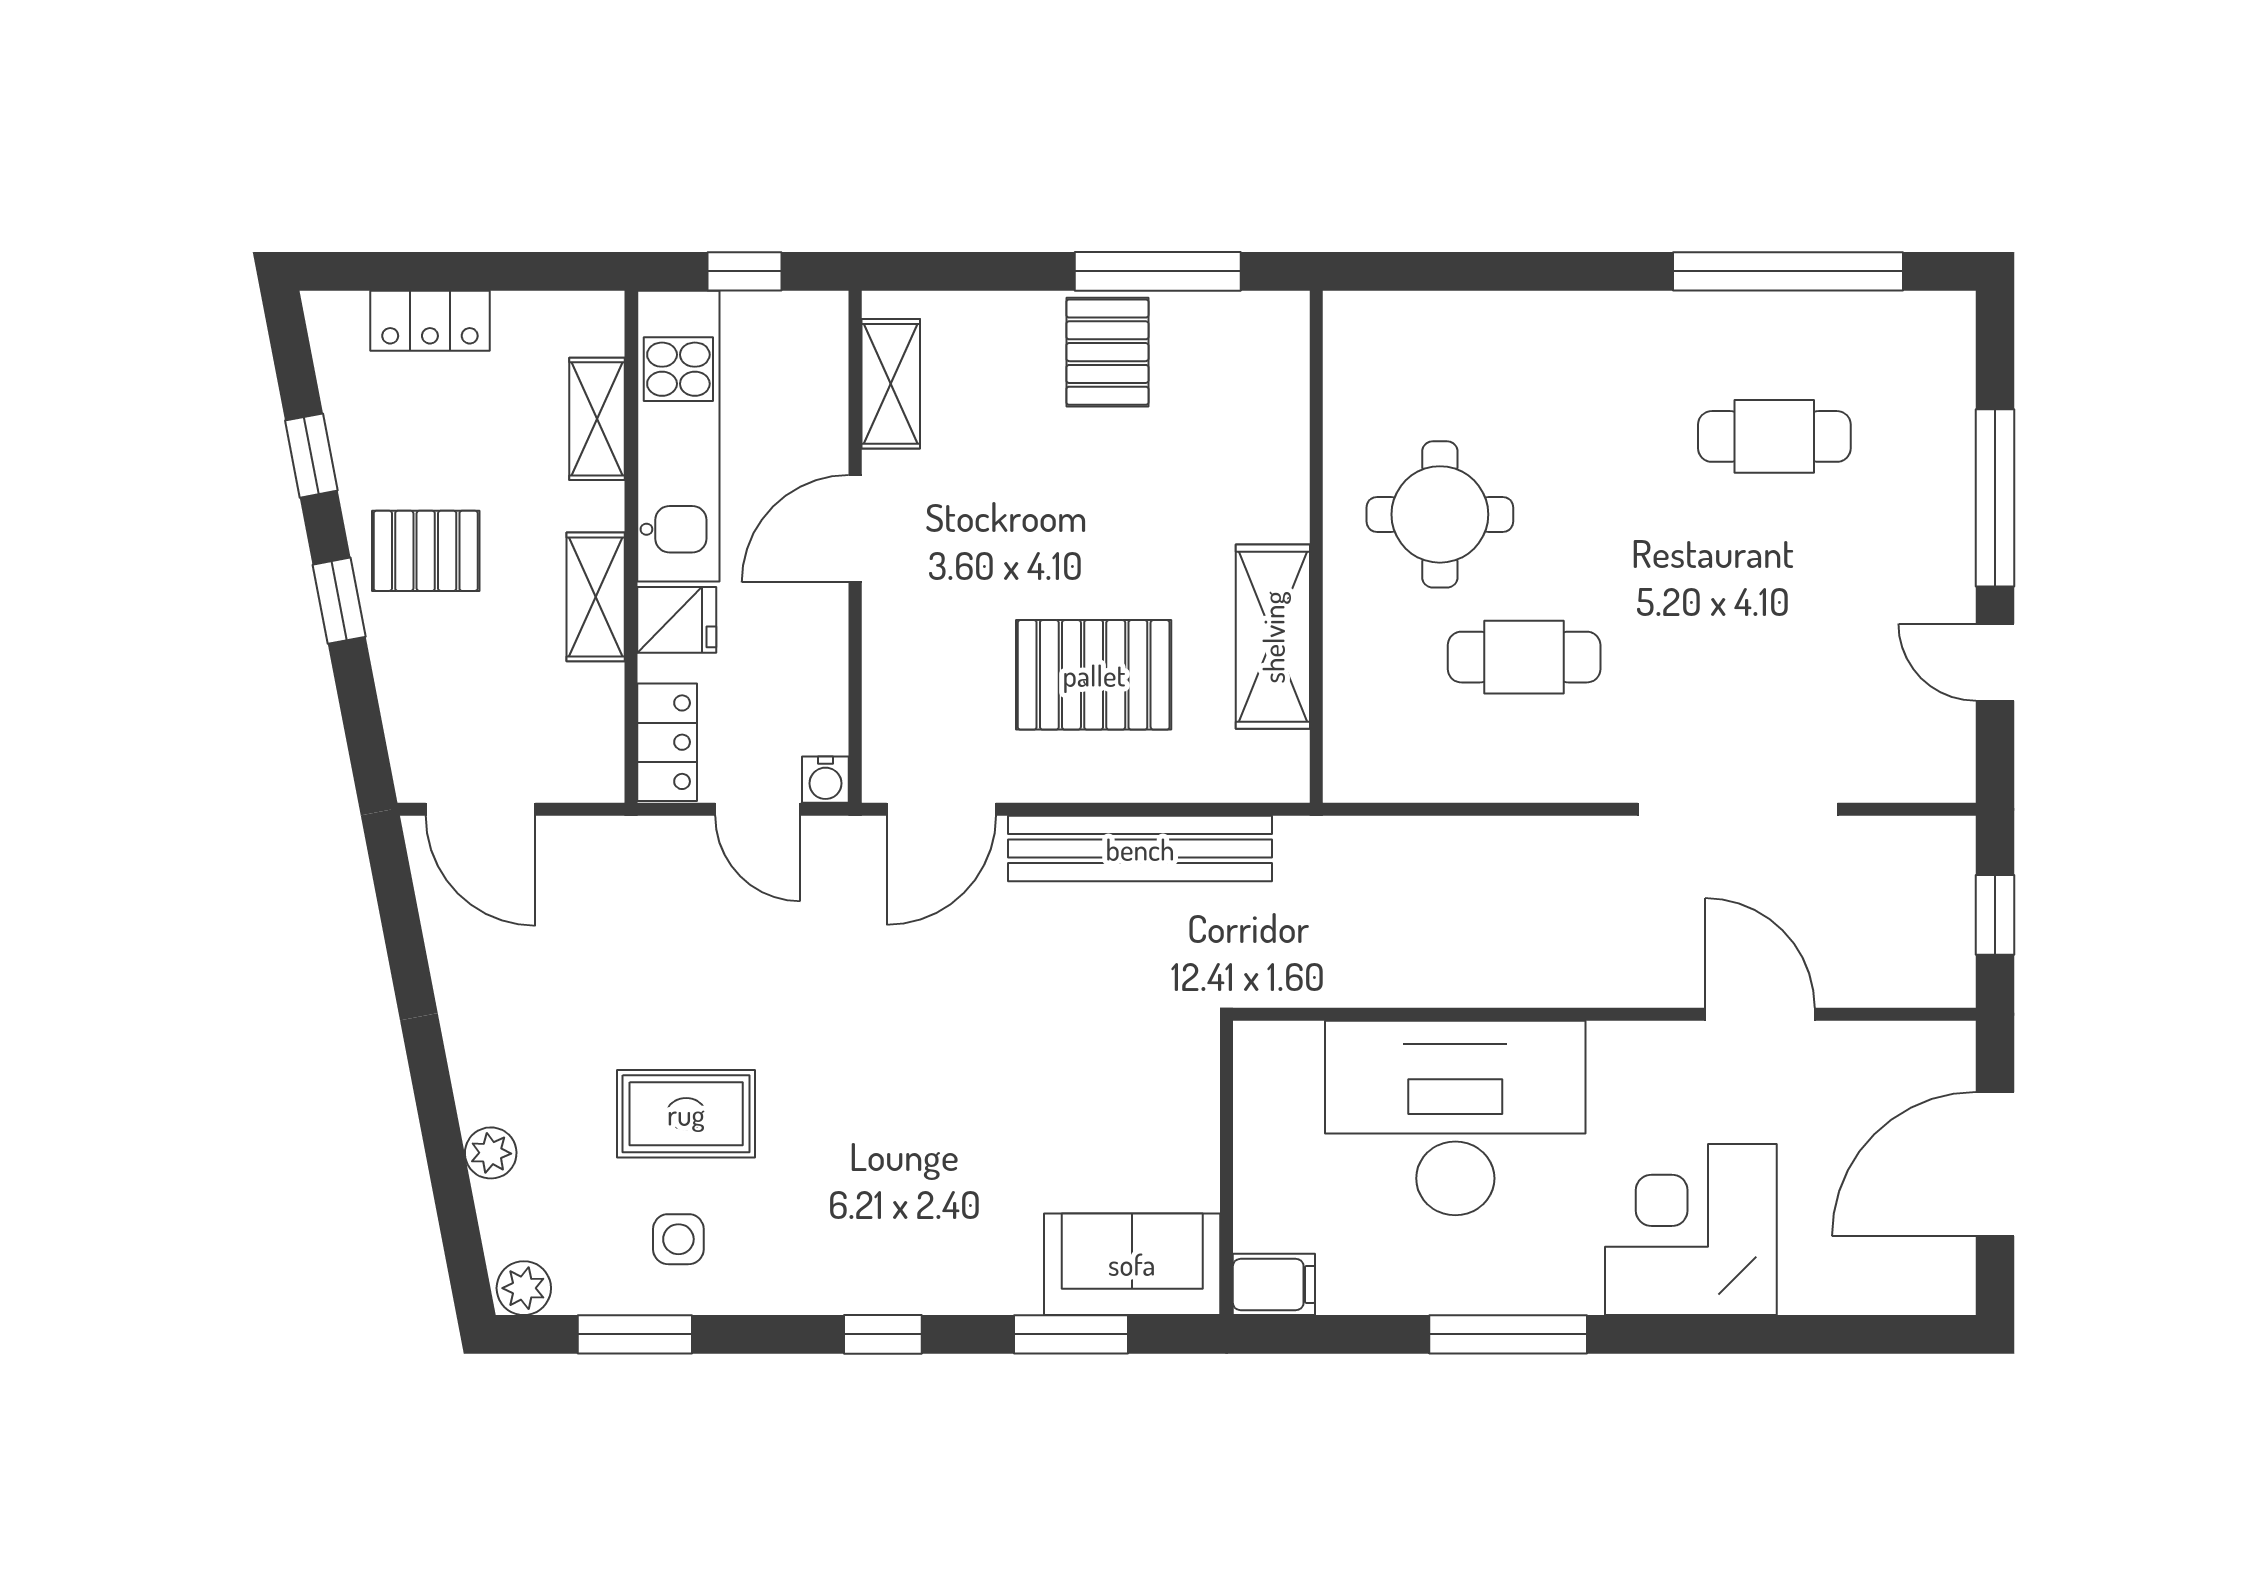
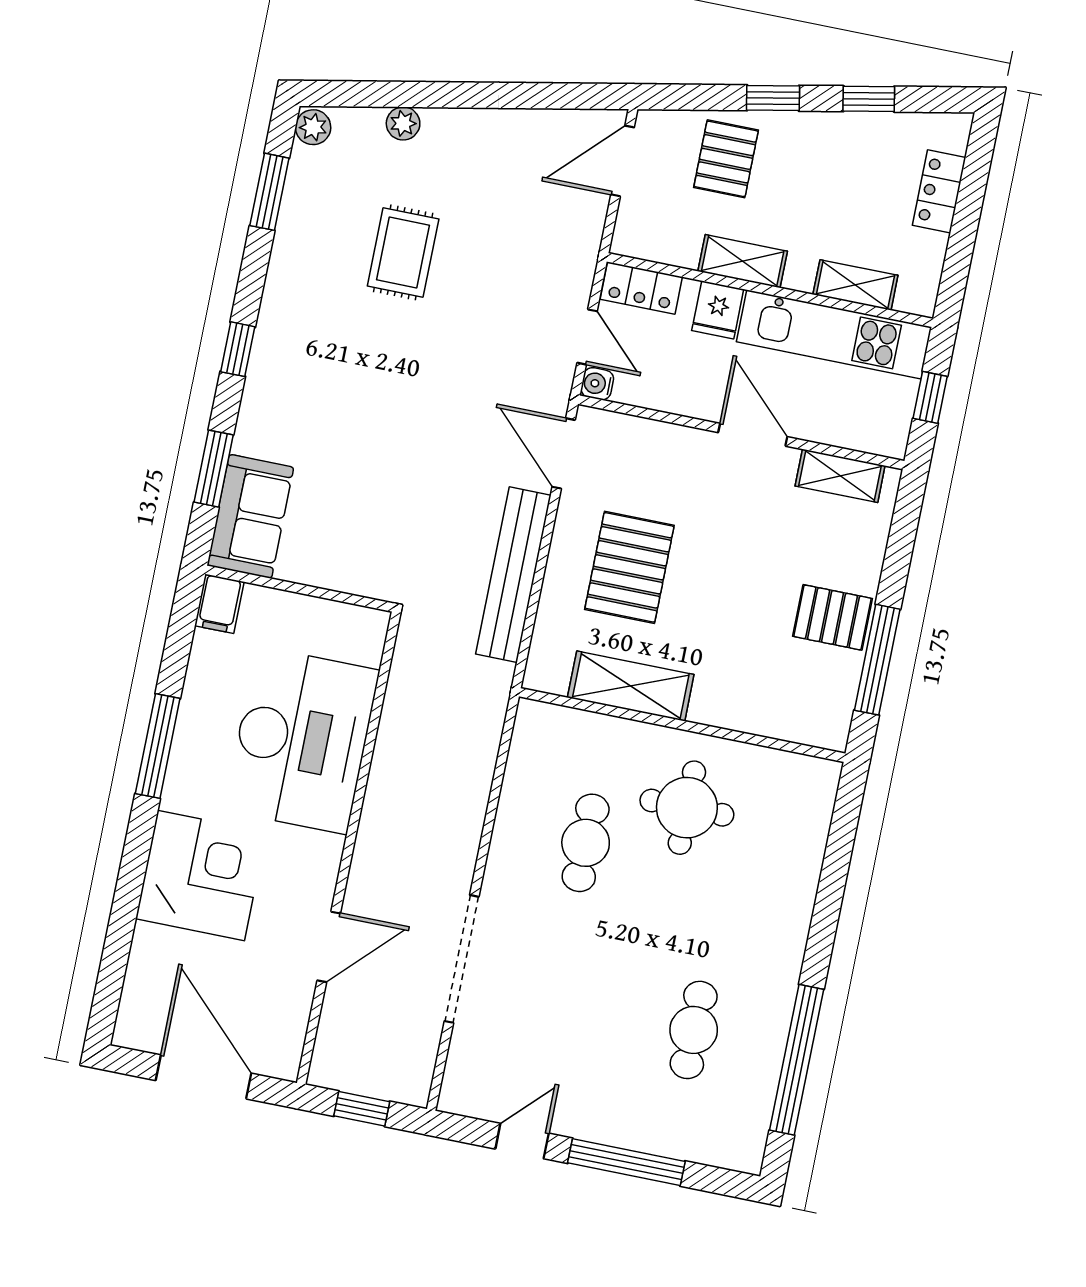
pallet: (426, 551) -> (726, 159), moved
door: (758, 809) -> (587, 337), swing flipped
side table: (678, 1239) -> (324, 232), removed

